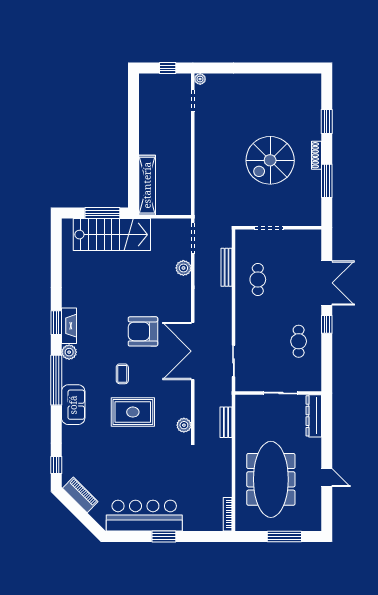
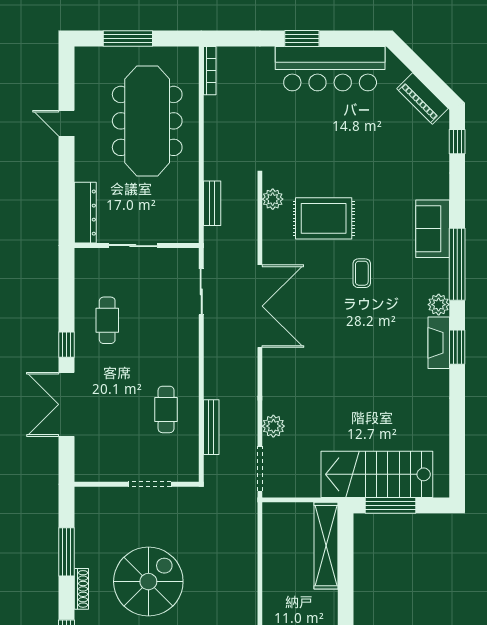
armchair: (143, 331) -> (332, 334), removed
rug: (133, 412) -> (324, 218), moved

